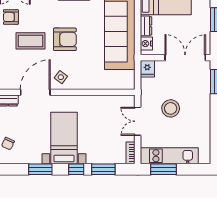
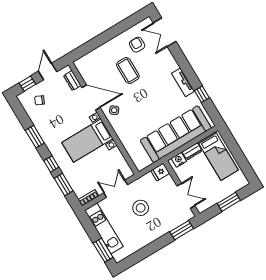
armchair: (65, 39) -> (145, 96), removed
double door: (185, 58) -> (186, 196), width x0.73
bed with nightstands: (64, 138) -> (87, 141), moved, turned 180
window: (163, 169) -> (103, 250), moved

